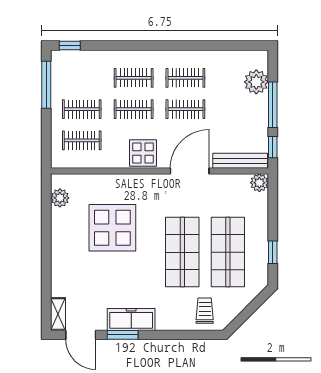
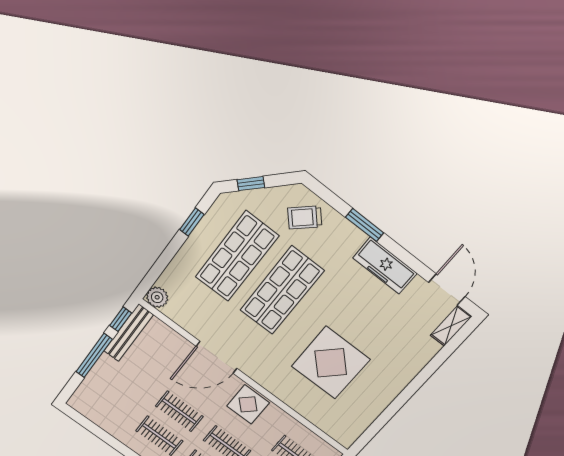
plant: (256, 82) -> (96, 386), removed
bench: (240, 161) -> (128, 333), moved, turned 90
plant: (60, 198) -> (357, 424), removed
window: (254, 306) -> (251, 184), added
trolley: (205, 311) -> (305, 217), turned 48
window: (123, 335) -> (365, 225), moved

